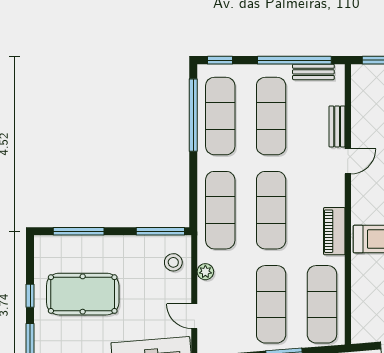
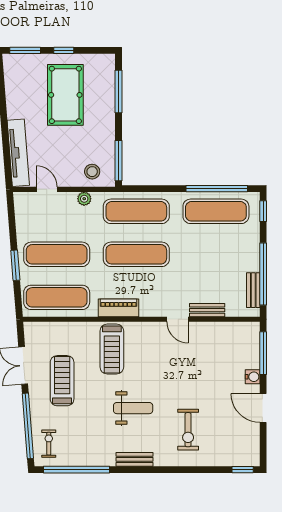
exercise mat: (271, 116) -> (216, 254), removed
door: (194, 316) -> (47, 189), hinge flipped

